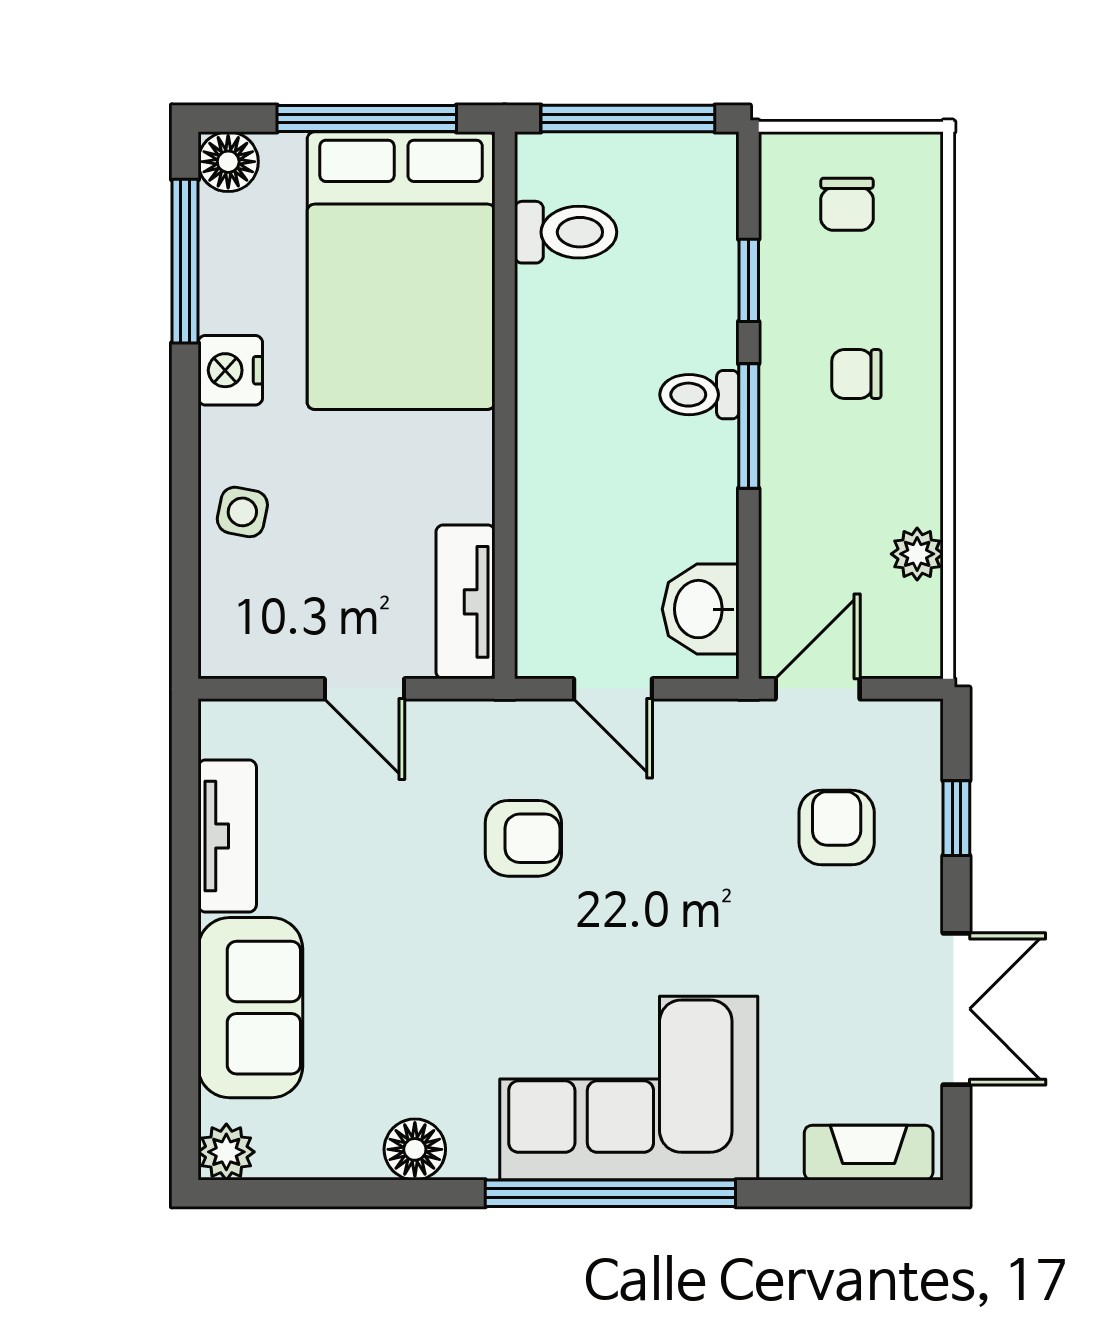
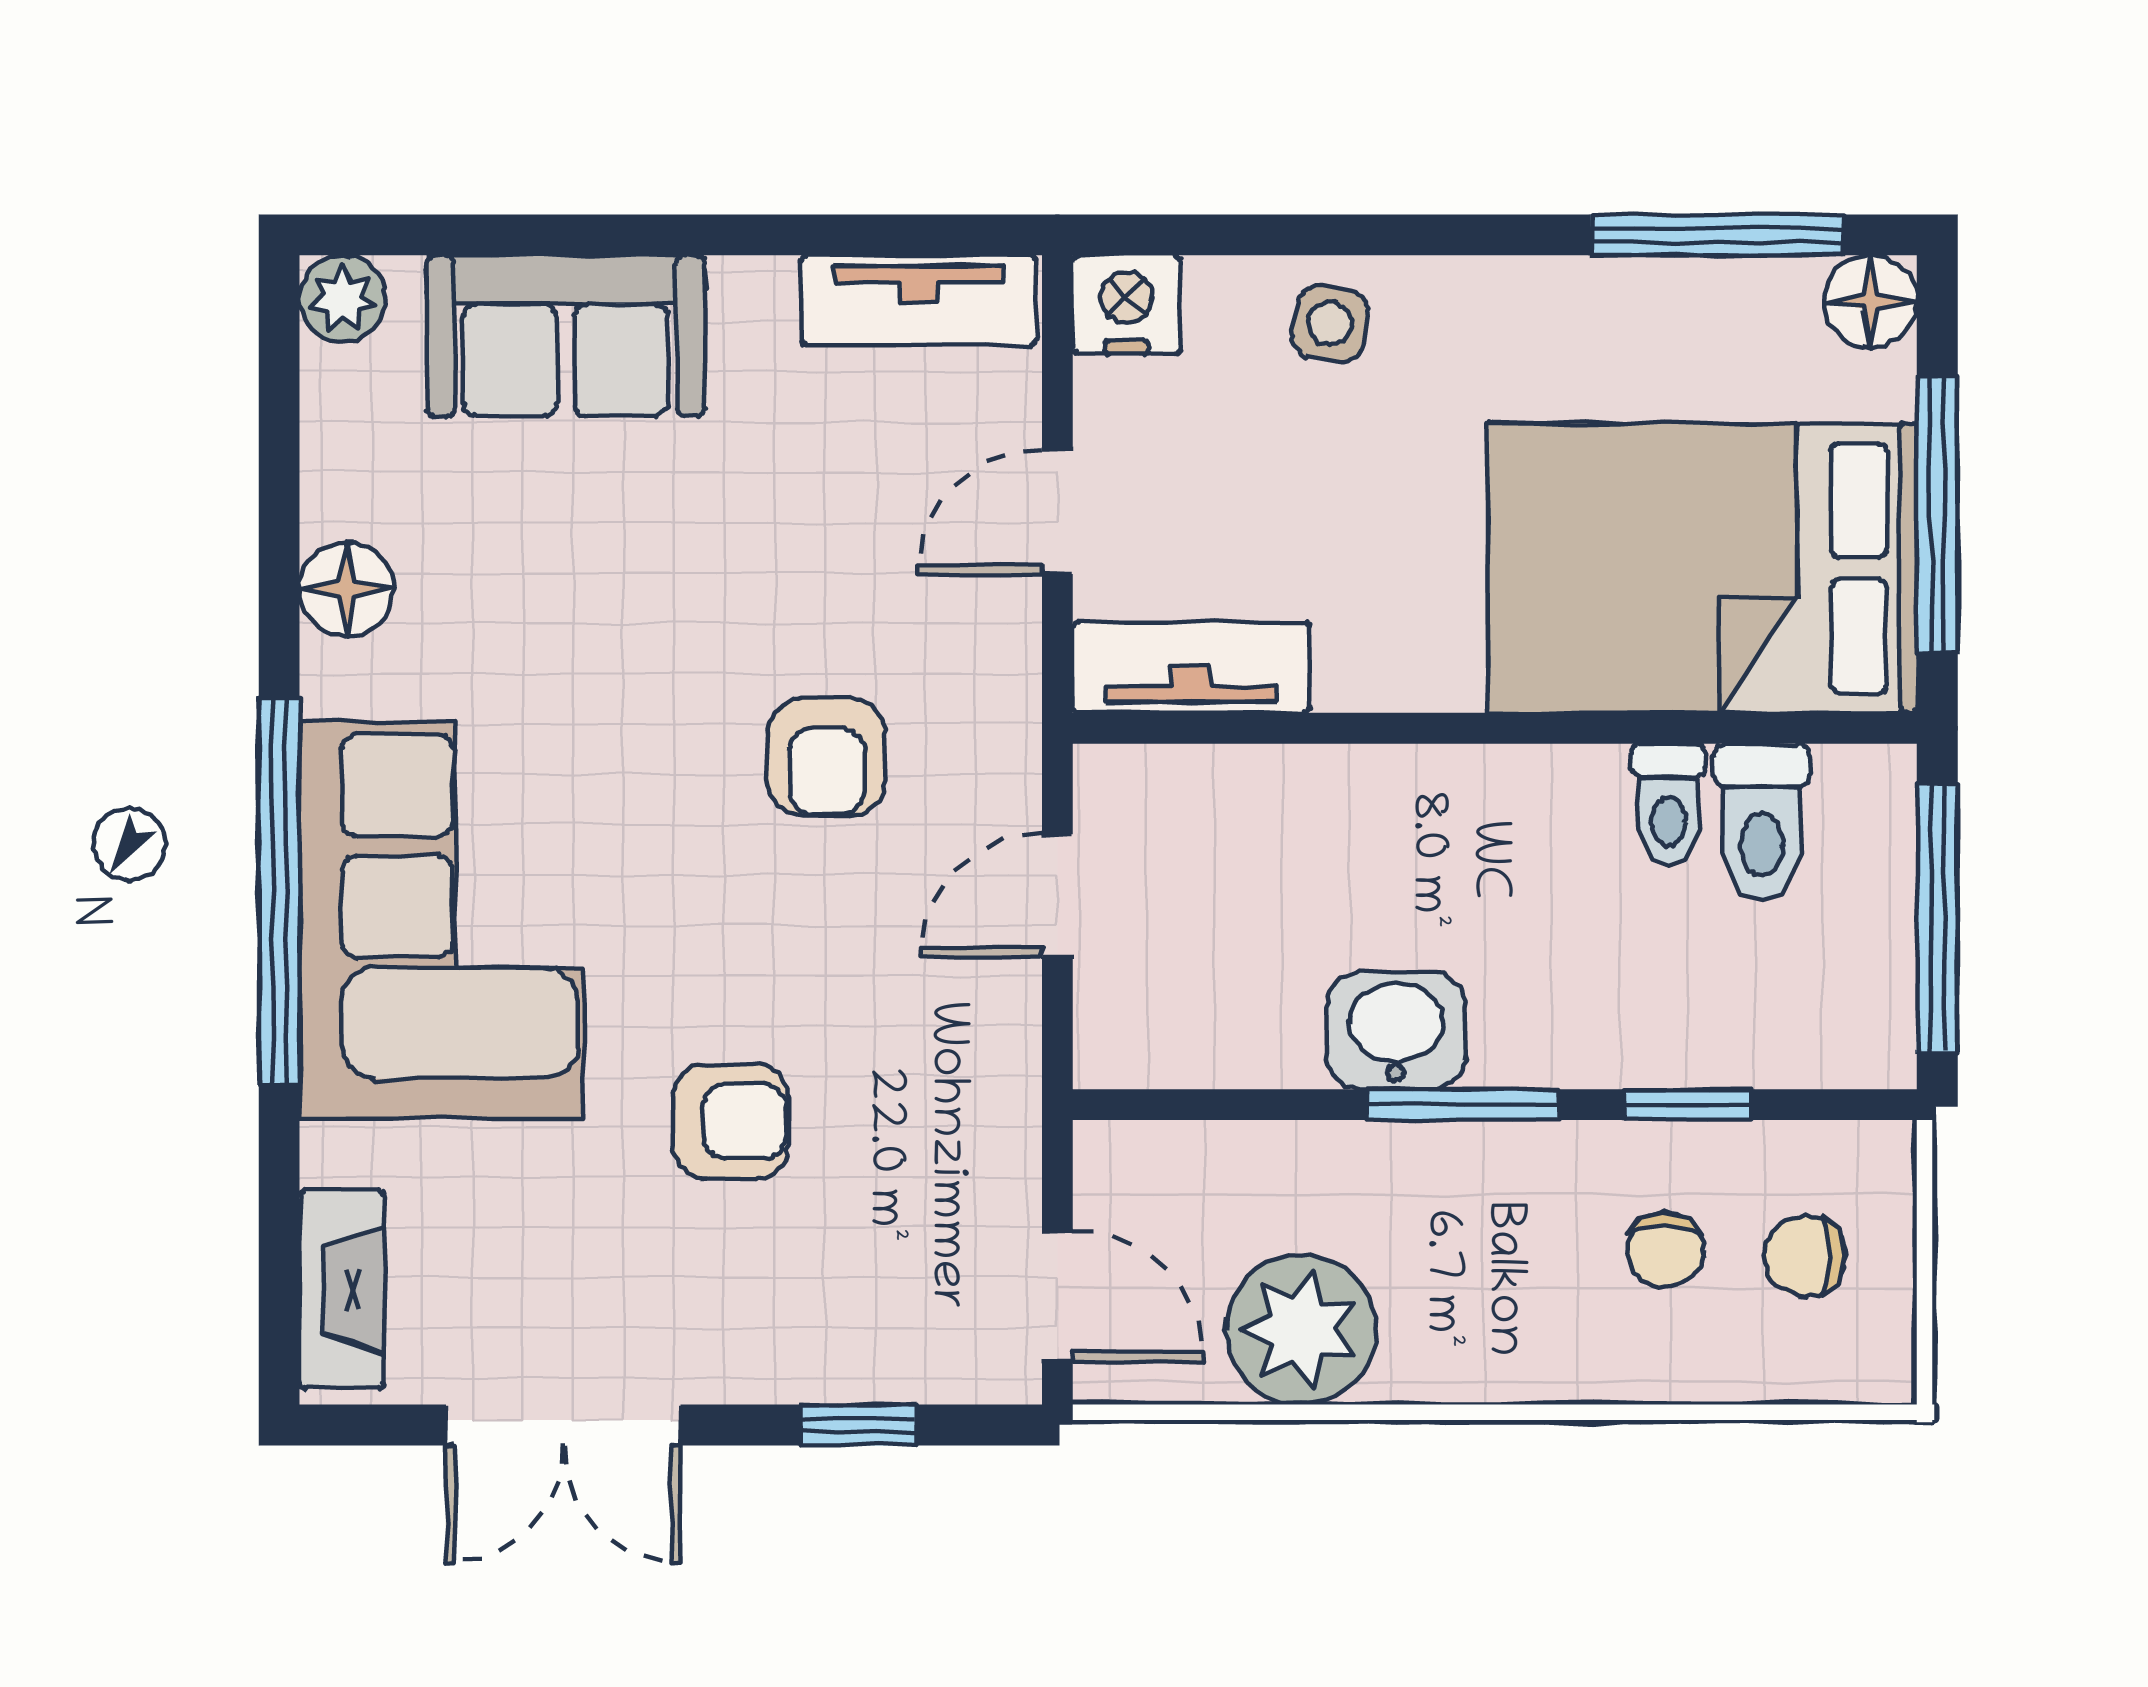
nightstand: (230, 370) -> (1126, 305), moved
chair: (856, 374) -> (1665, 1250), moved, turned 180
toilet: (699, 395) -> (1668, 804), moved, turned 180
plant: (917, 554) -> (1301, 1329), width x1.88, depth x1.88
washbasin: (701, 609) -> (1396, 1030), moved
door: (818, 689) -> (1057, 1296), moved
armchair: (837, 827) -> (731, 1122), moved
tv unit: (227, 836) -> (919, 300), moved

